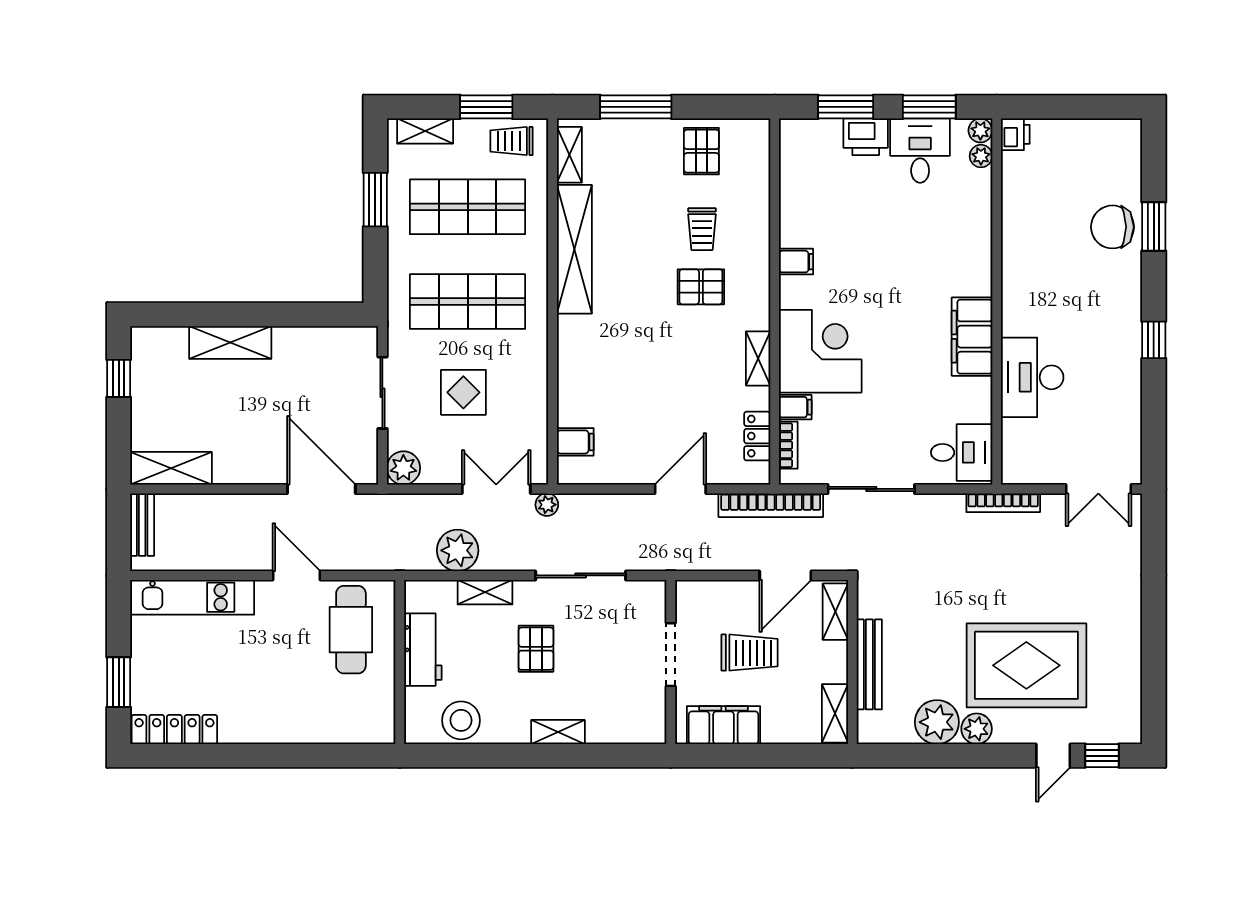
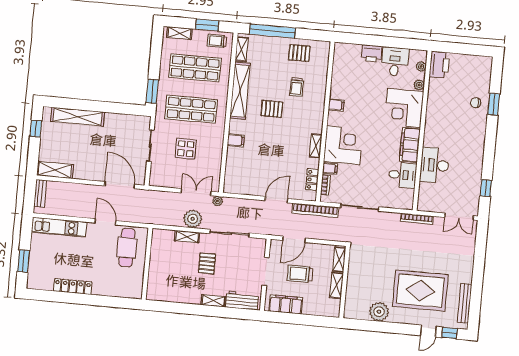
window: (636, 107) -> (272, 31), width x1.46
window: (846, 107) -> (364, 40), removed
window: (929, 107) -> (401, 43), removed
plant: (980, 131) -> (419, 85), moved
printer: (1015, 134) -> (439, 65), width x1.87, depth x1.48
pallet: (701, 151) -> (299, 53), turned 90
window: (375, 200) -> (152, 91), moved
chair: (1112, 227) -> (476, 103), width x0.54, depth x0.54
corner desk: (951, 254) -> (404, 108), added
pallet: (701, 287) -> (272, 109), moved
window: (1154, 340) -> (486, 188), moved
shelving: (230, 342) -> (78, 117), width x1.47
filing cabinet: (575, 442) -> (236, 140), moved
desk: (962, 452) -> (403, 175), moved
plant: (403, 468) -> (156, 179), removed
plant: (458, 550) -> (193, 219), moved
door: (785, 575) -> (294, 239), moved
workbench: (423, 650) -> (242, 300), moved, turned -90
trolley: (750, 653) -> (300, 274), turned 180
bench: (869, 664) -> (465, 303), moved
shelving: (835, 713) -> (337, 285), moved
stool: (461, 720) -> (171, 292), removed
locker: (174, 729) -> (73, 287), moved
plant: (977, 729) -> (396, 316), removed

